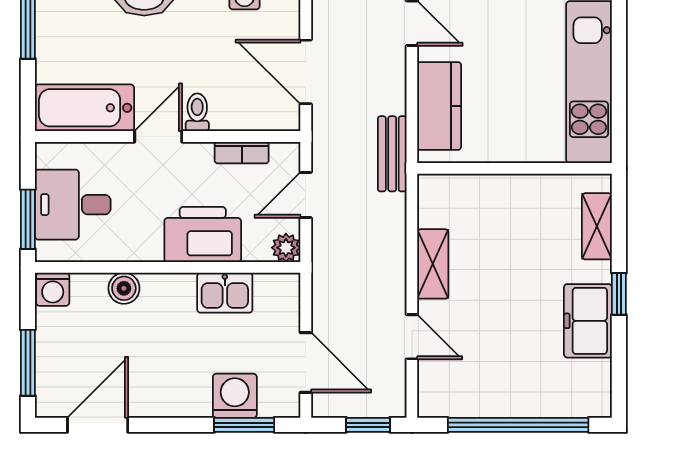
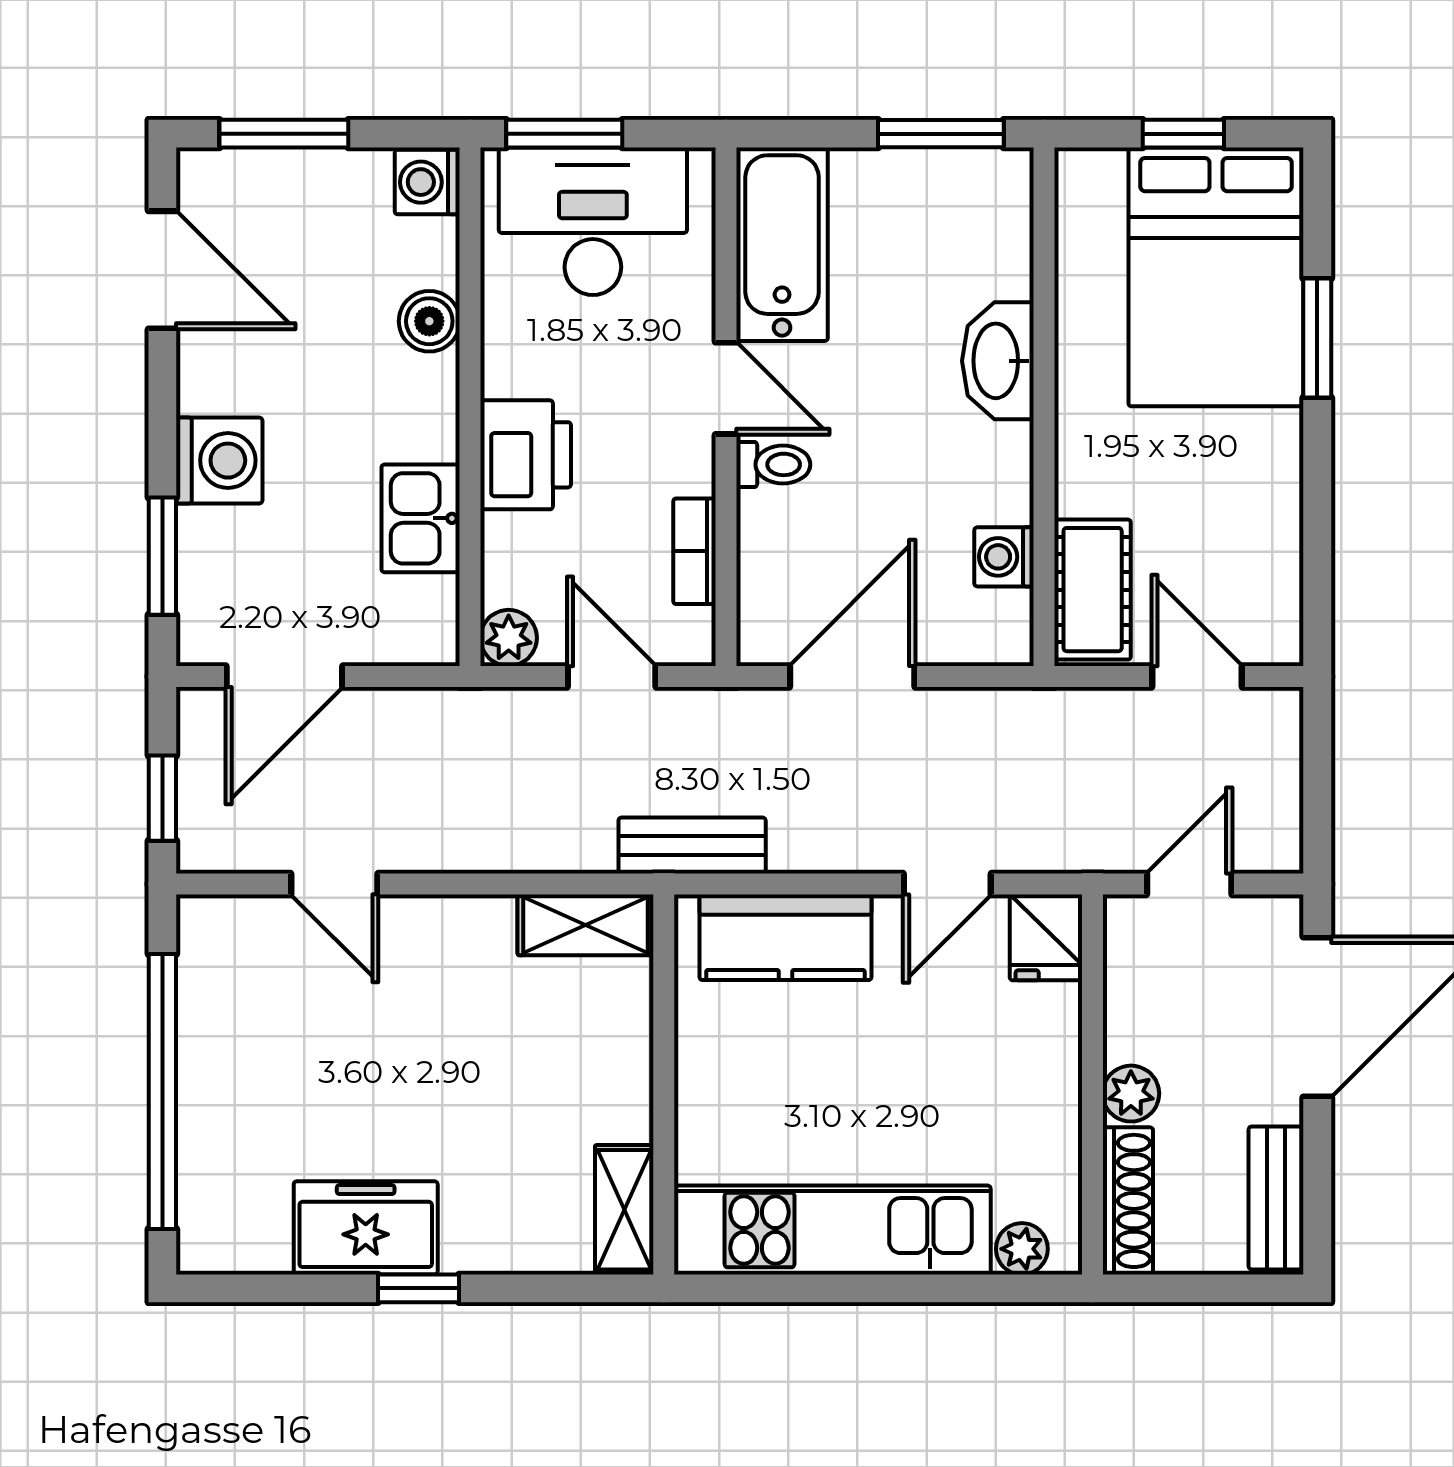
desk: (73, 205) -> (593, 221), width x1.37
shelving: (597, 226) -> (624, 1210), moved, turned 90
printer: (203, 234) -> (526, 455), width x0.73, depth x0.84
shelving: (433, 264) -> (585, 925), moved
door: (412, 337) -> (334, 884), hinge flipped
washing machine: (235, 396) -> (219, 461), moved

